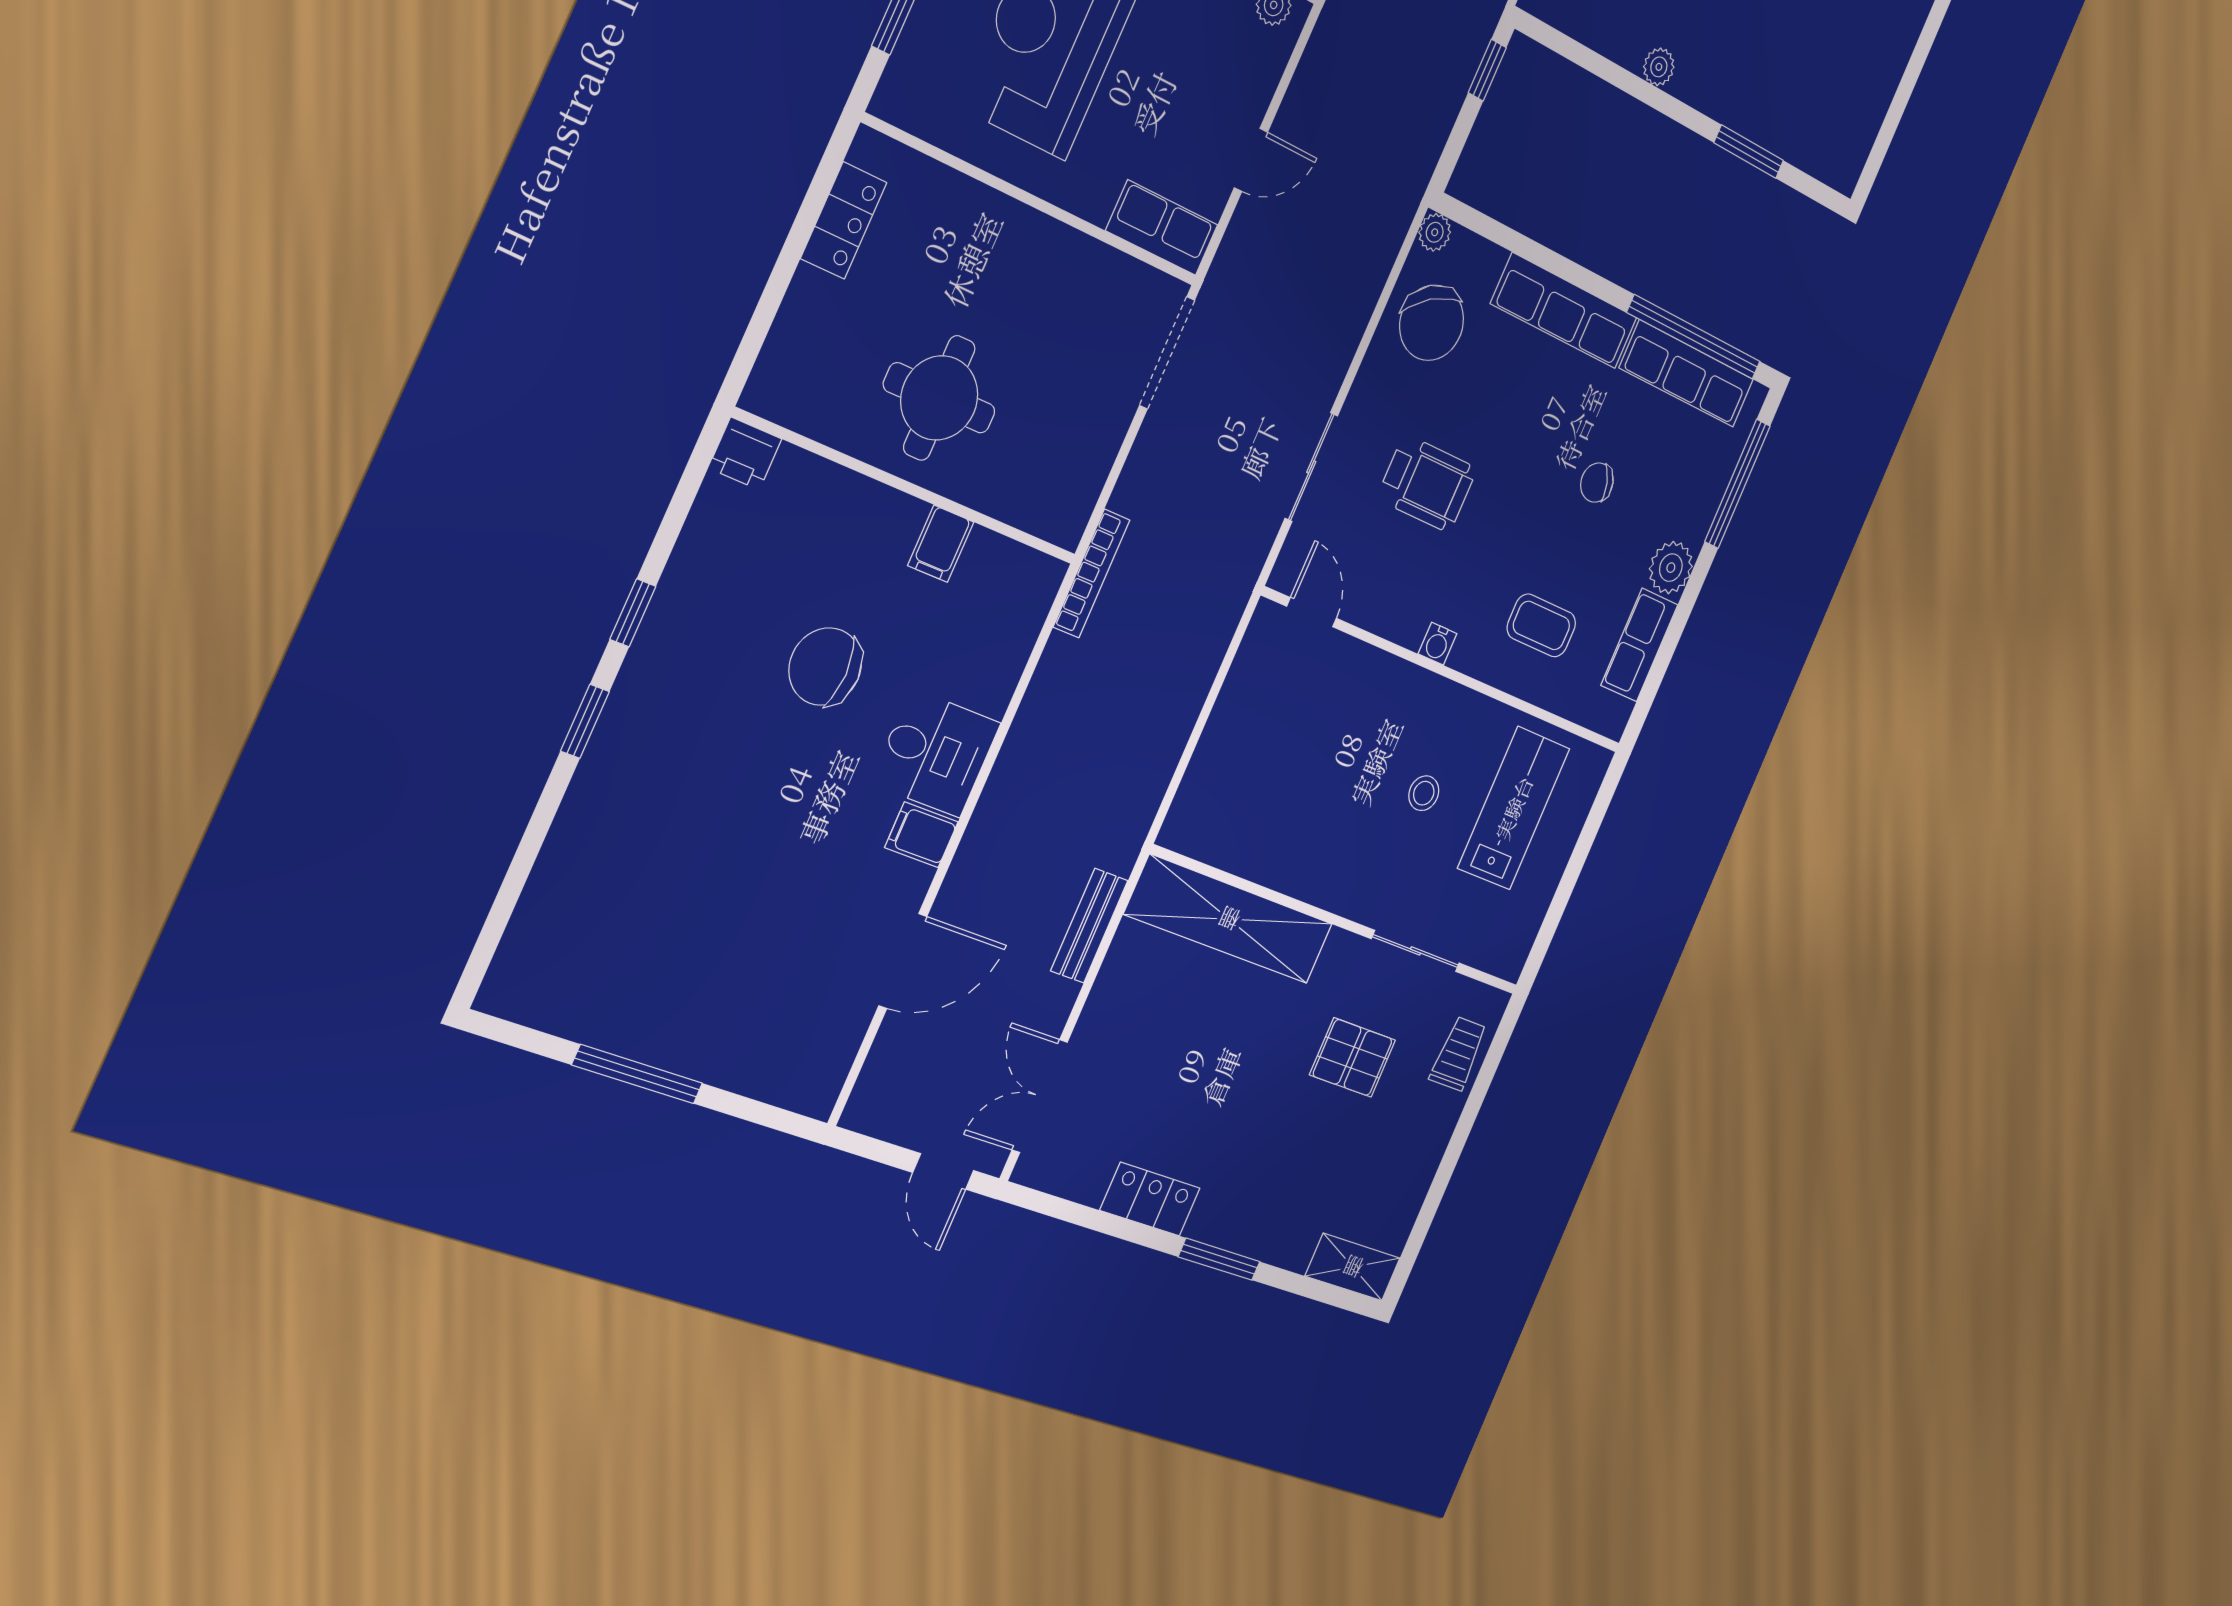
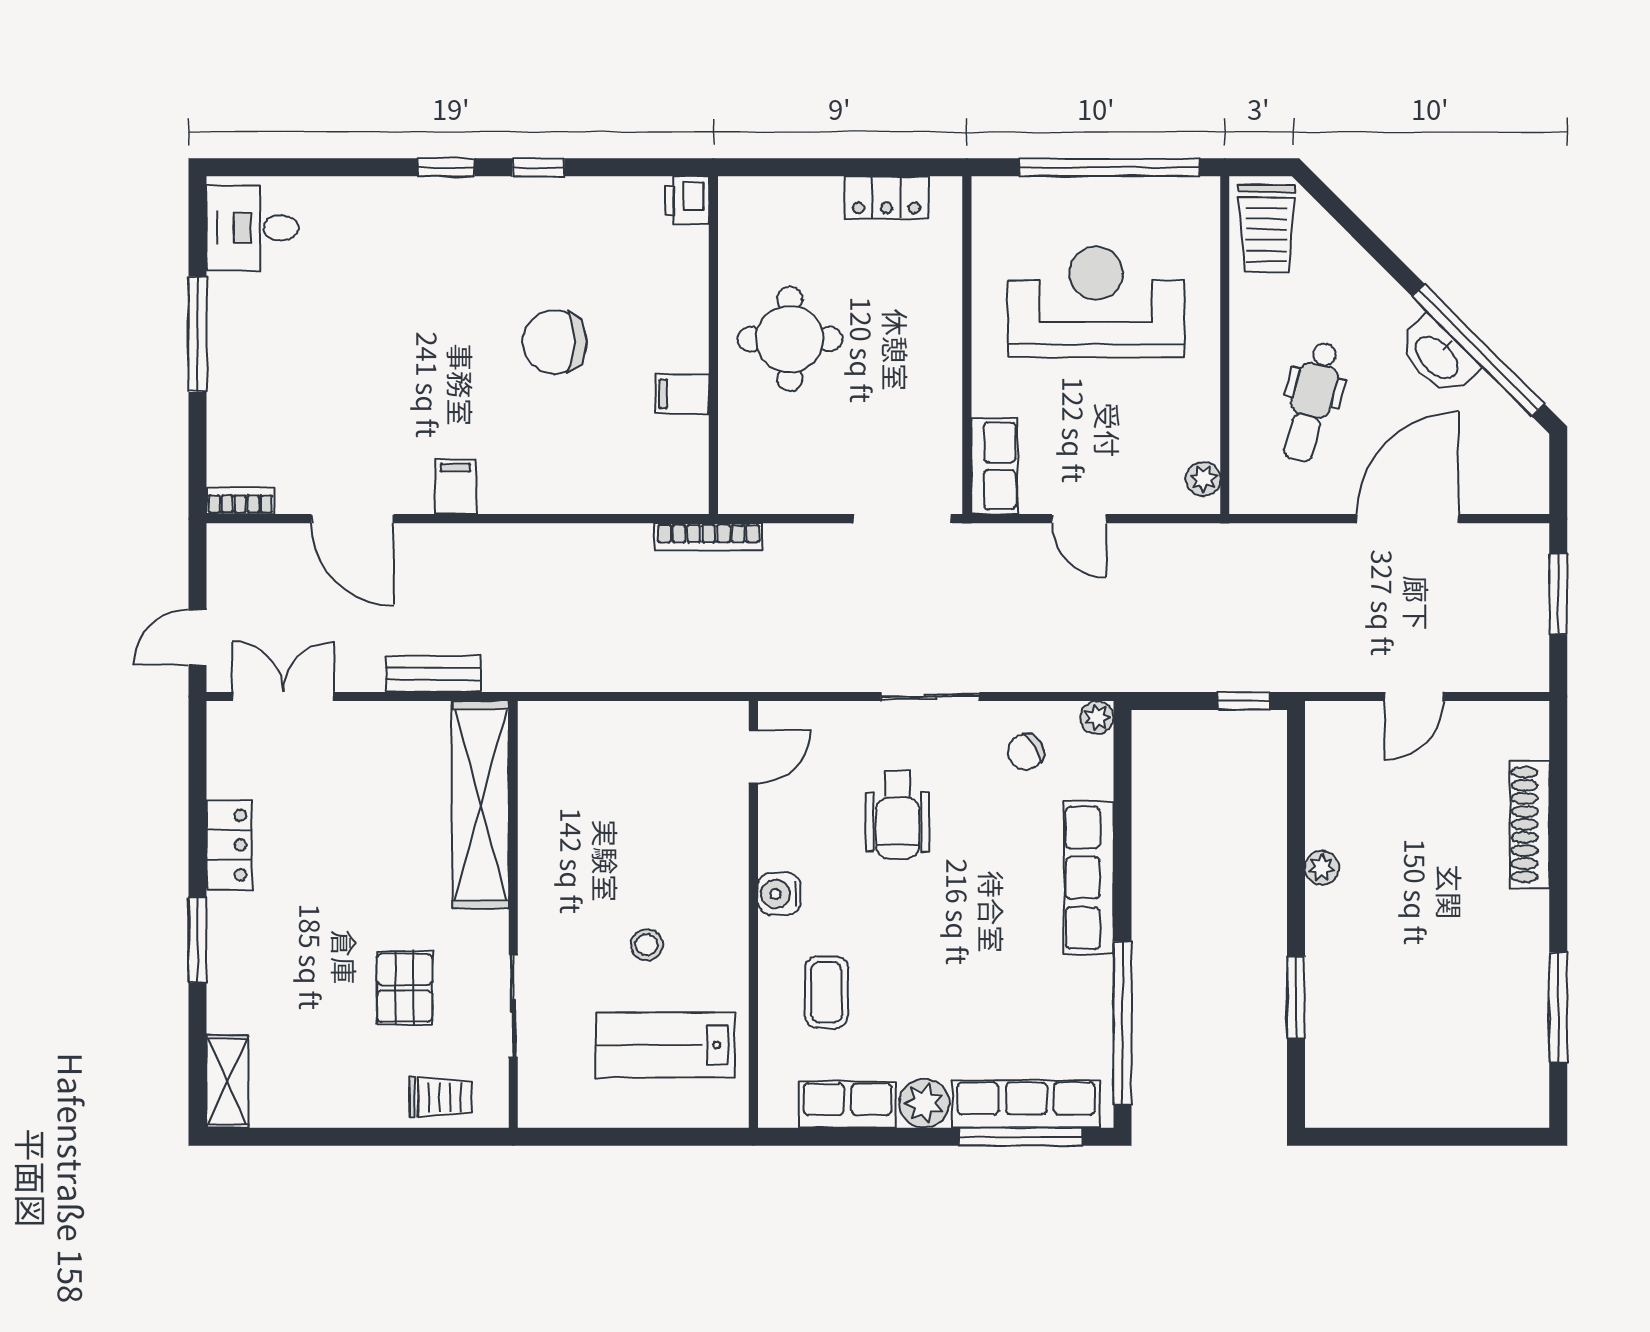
chair: (1432, 323) -> (1026, 752), width x0.54, depth x0.54
row of seats: (1687, 374) -> (1026, 1104), moved, turned 90
sliding door: (1311, 467) -> (930, 697), moved
chair: (1597, 483) -> (964, 987), removed
water cooler: (1437, 644) -> (779, 894), width x1.38, depth x1.38
chair: (825, 667) -> (555, 342), turned -90
desk: (936, 753) -> (253, 228), moved, turned 90
lab bench: (1514, 808) -> (665, 1045), turned 180
bookcase: (830, 1081) -> (240, 501), added

